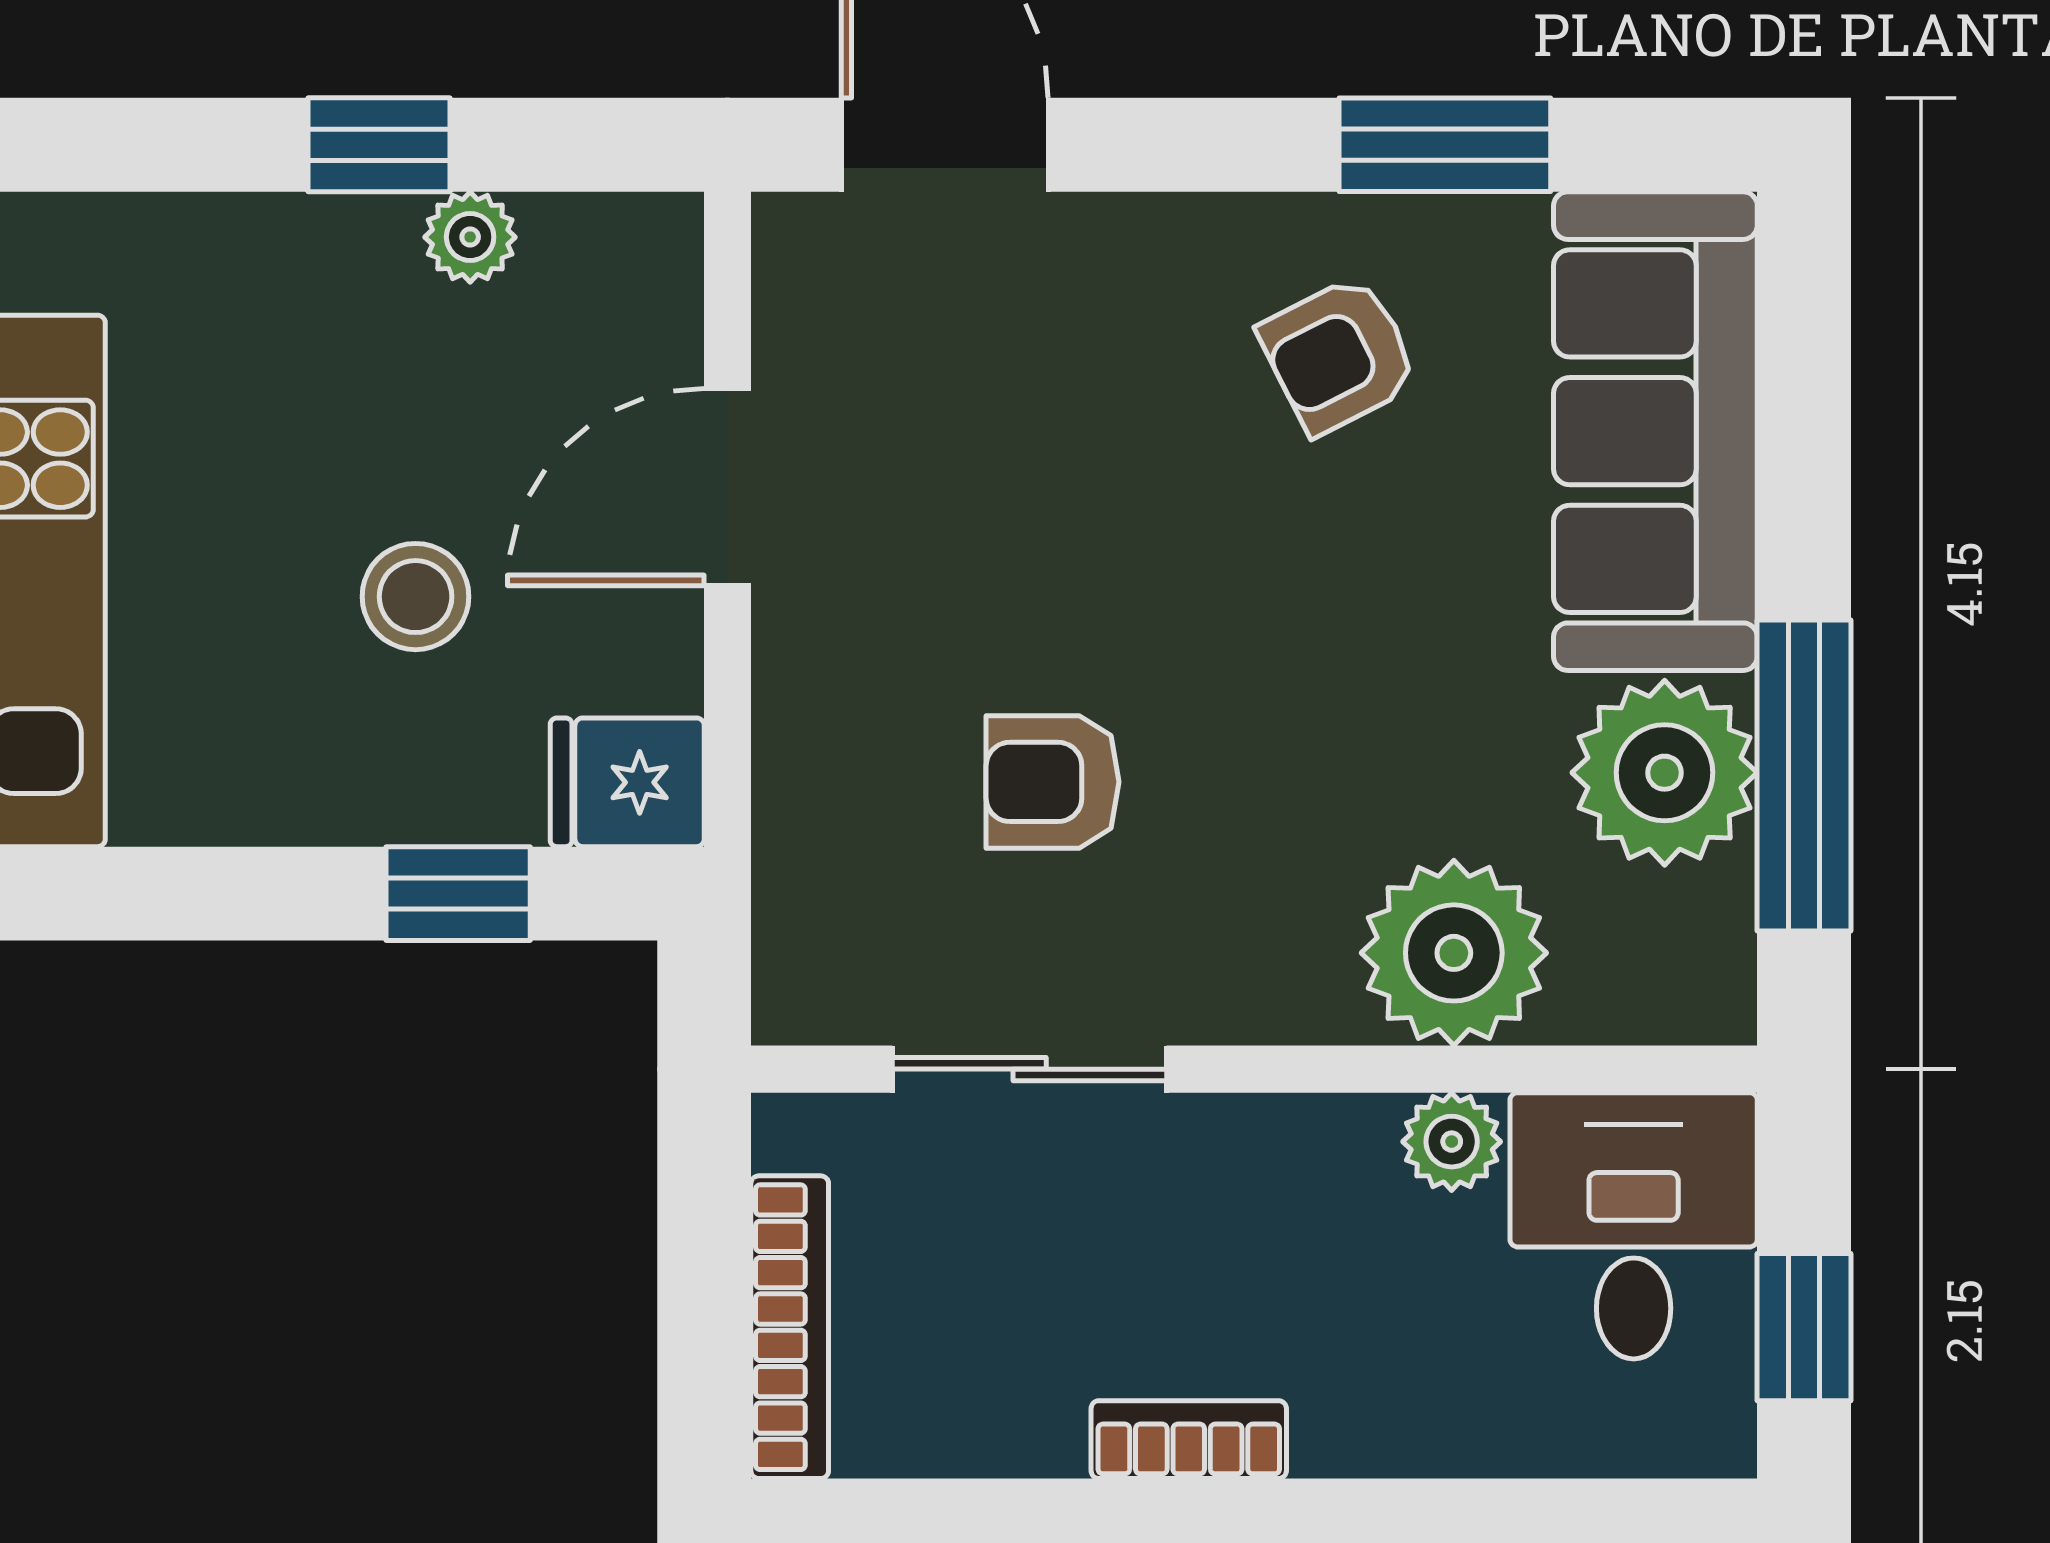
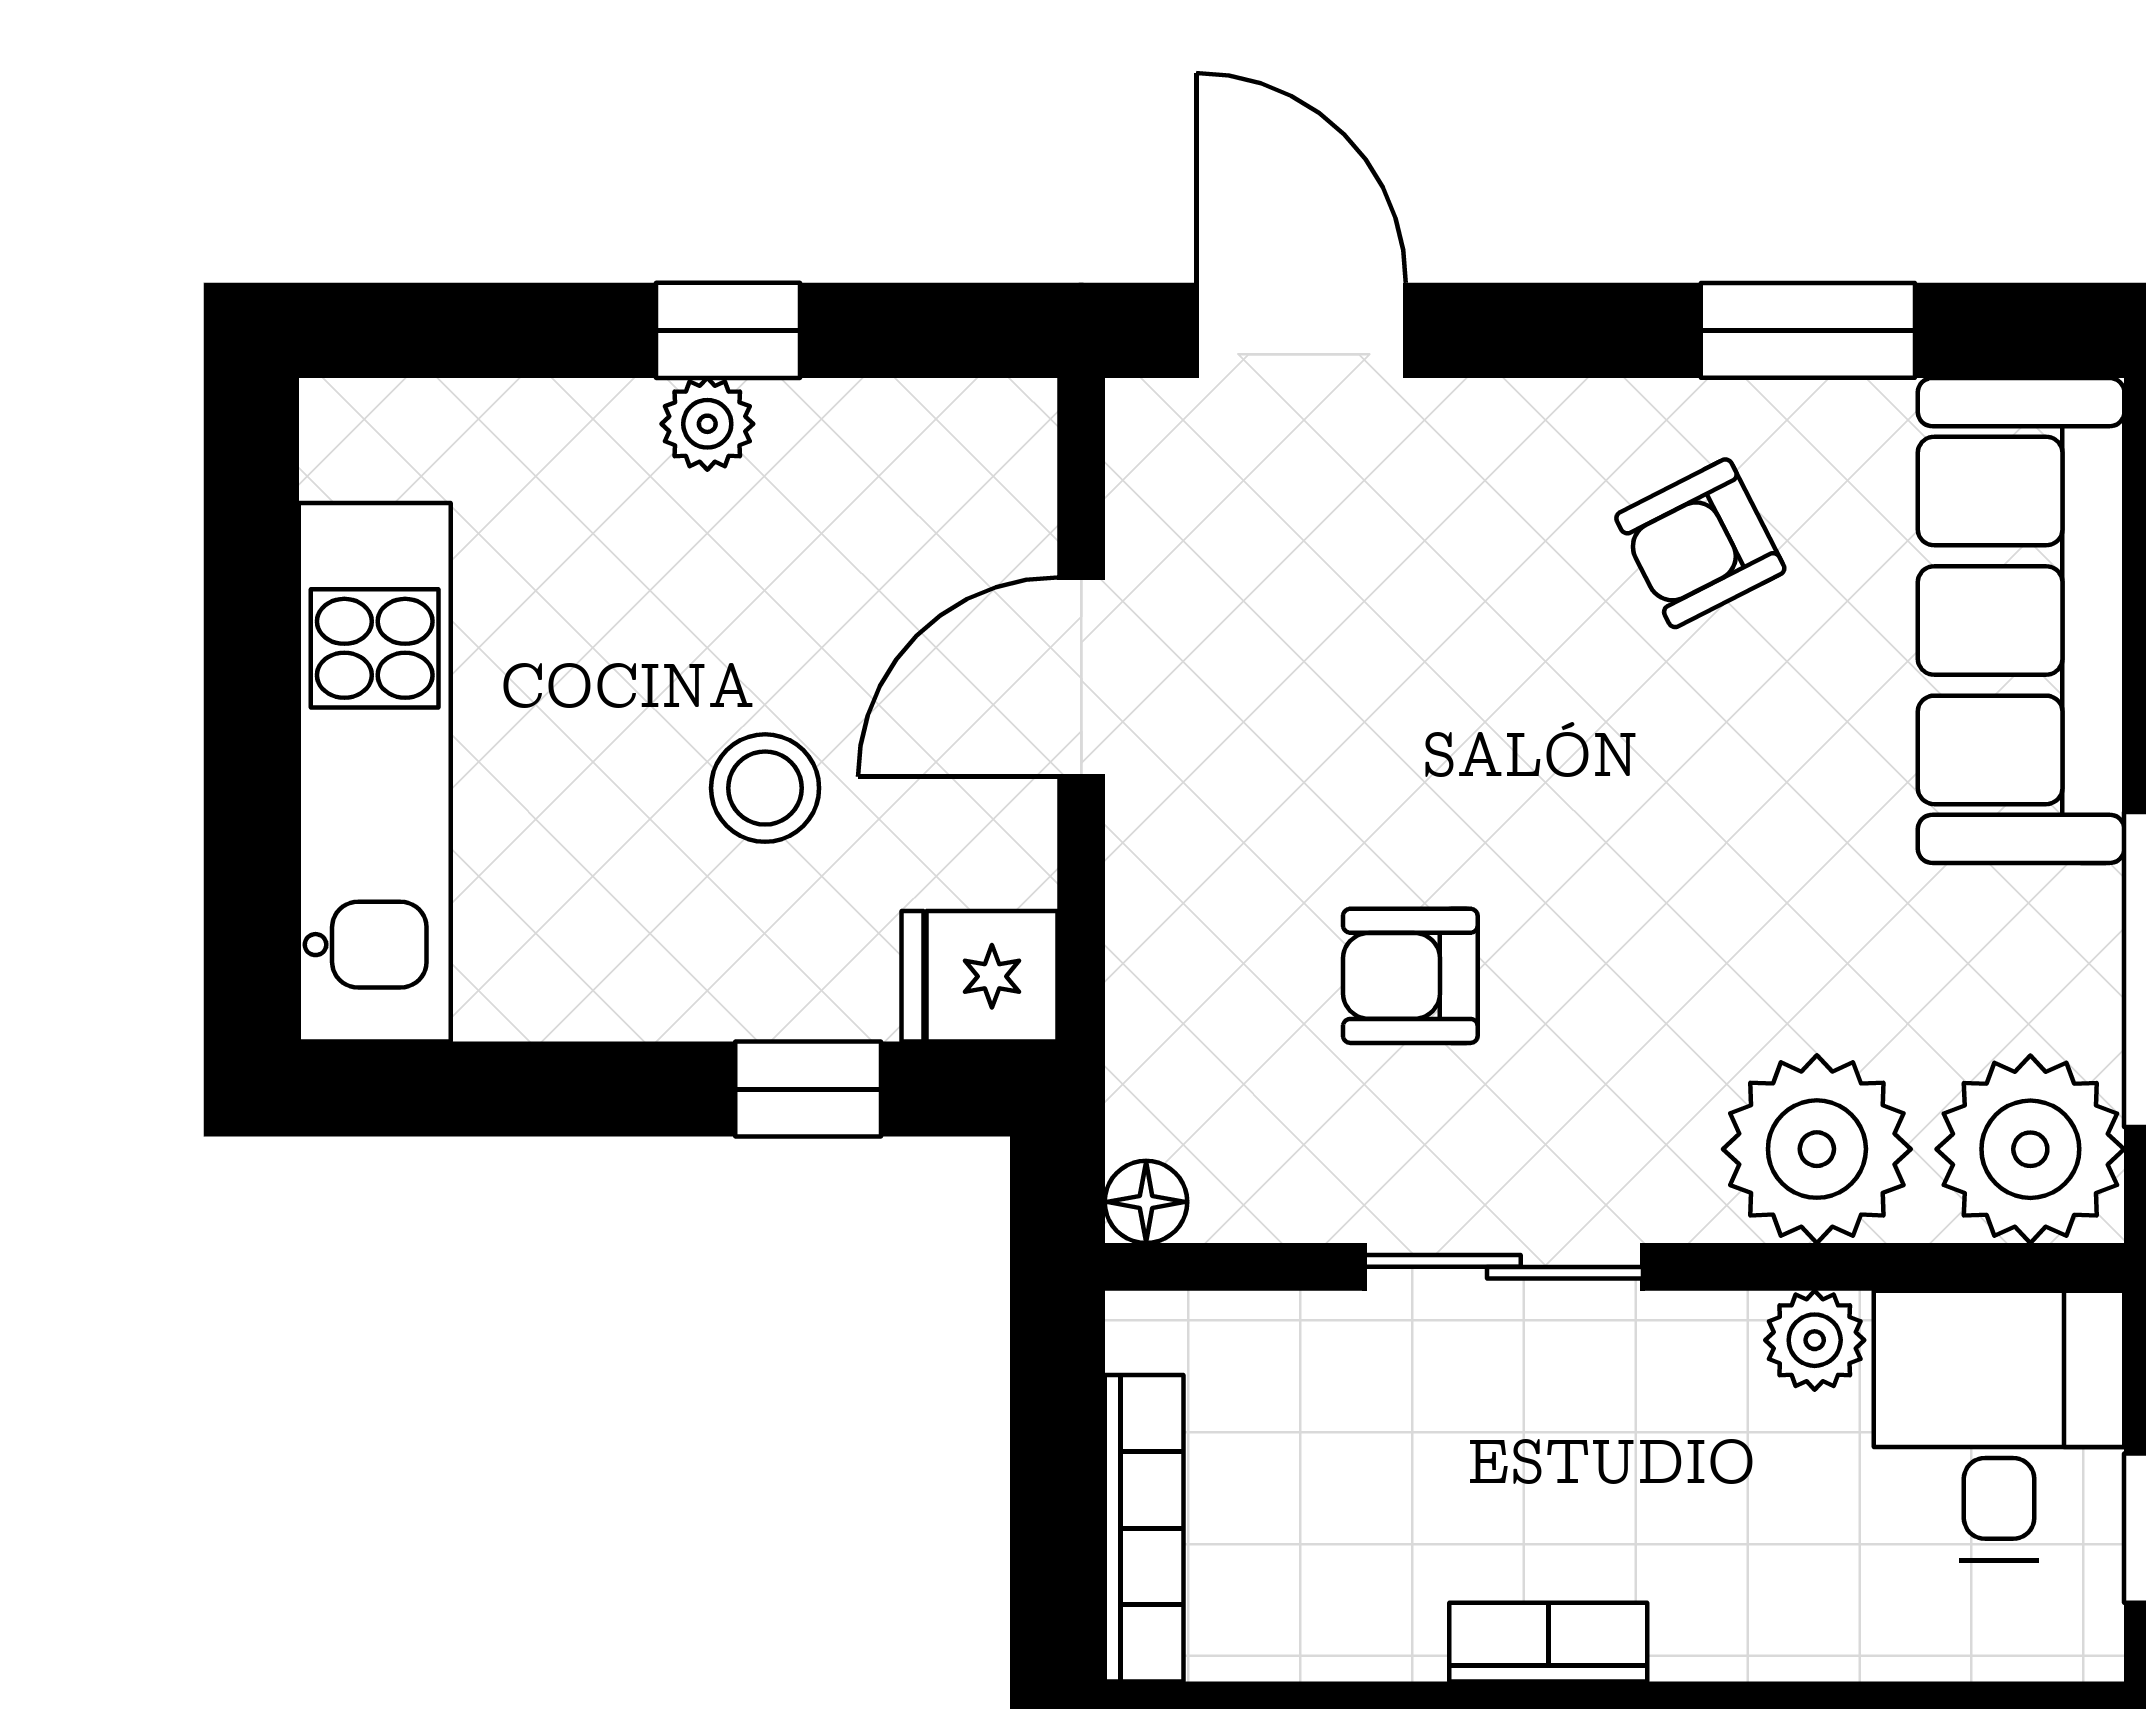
plant: (470, 237) -> (707, 424), moved
plant: (1665, 773) -> (2030, 1149), moved
floor lamp: (792, 1005) -> (1146, 1202), added
sliding door: (1030, 1069) -> (1504, 1267), moved

